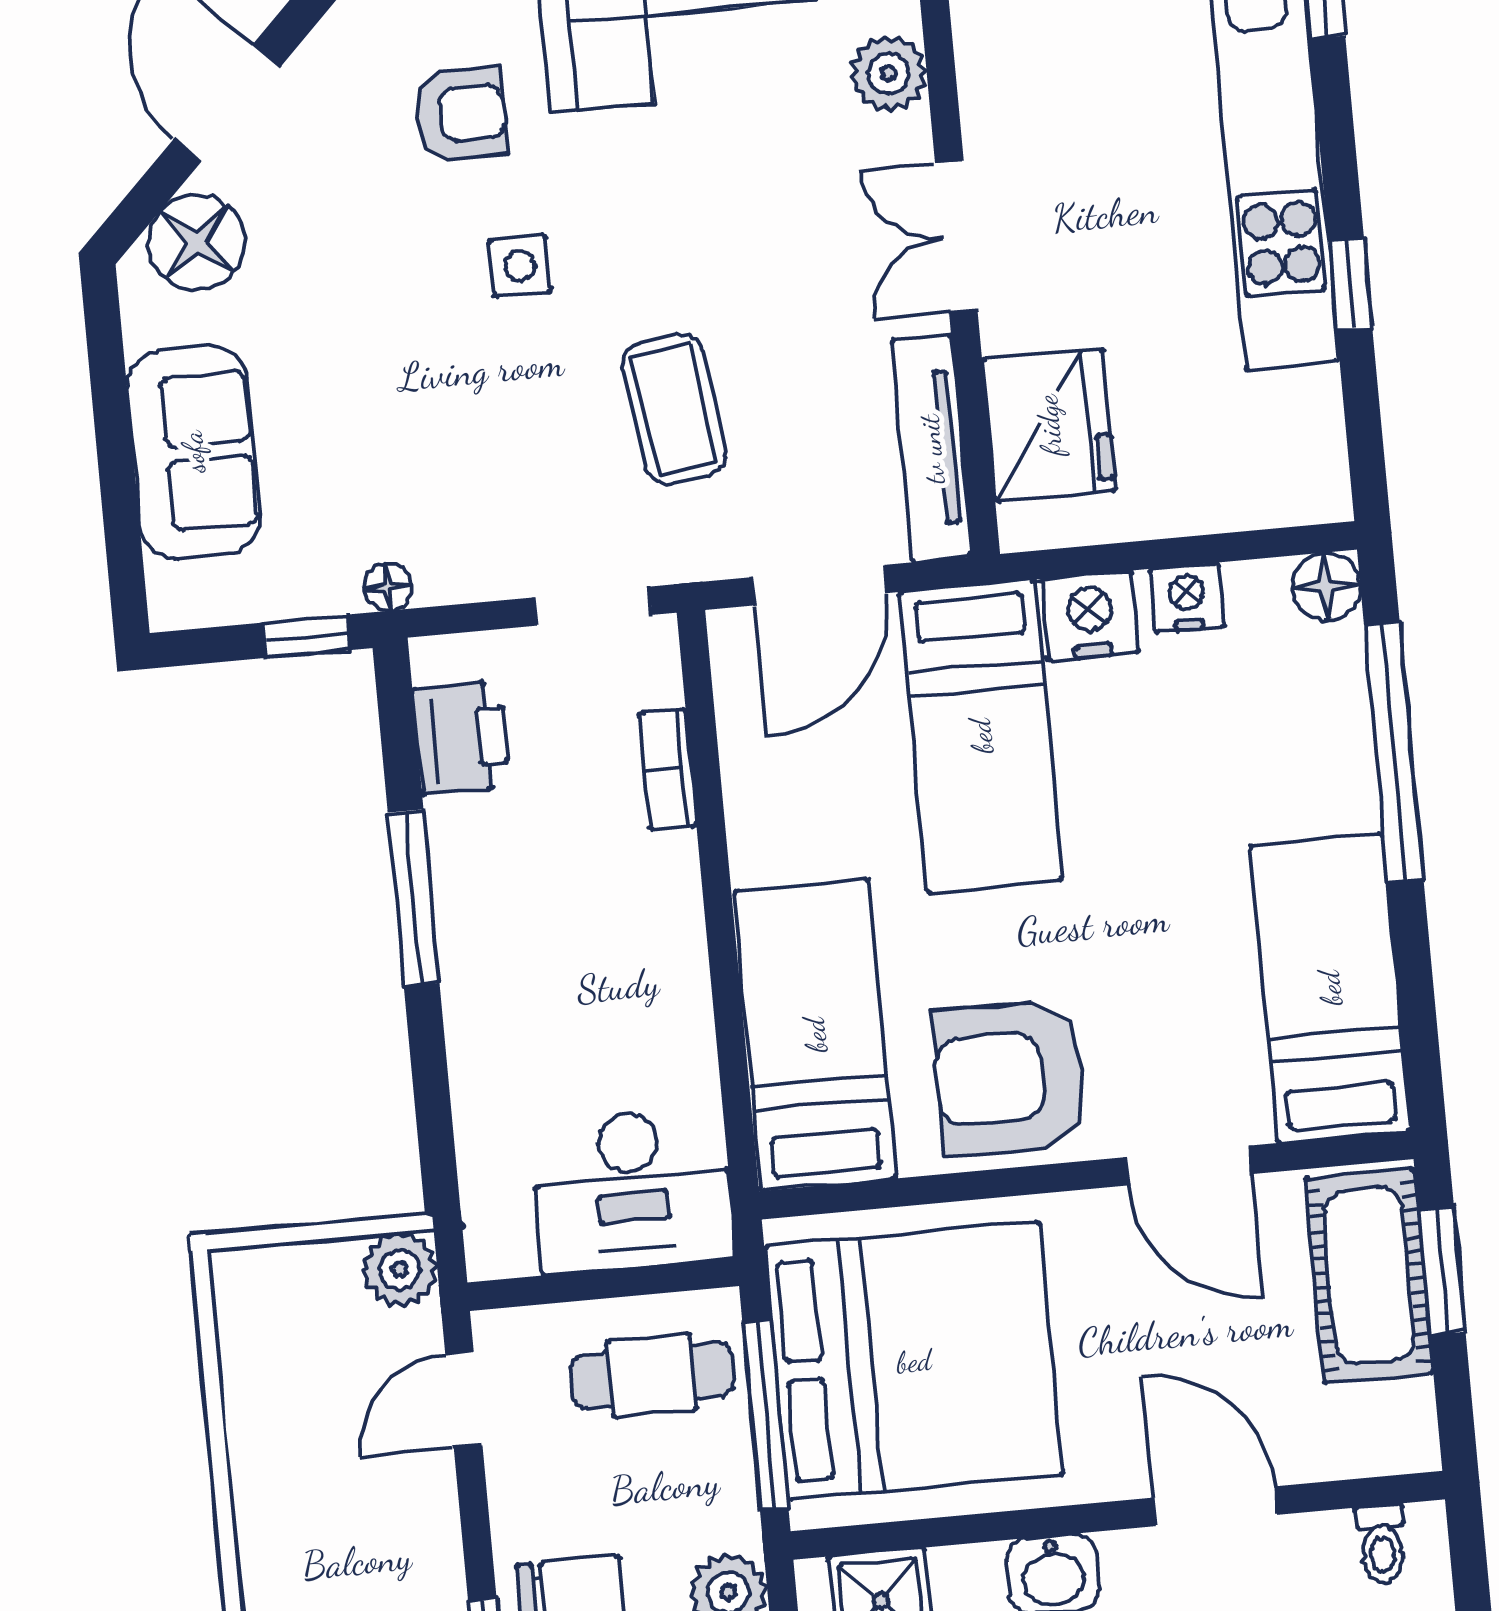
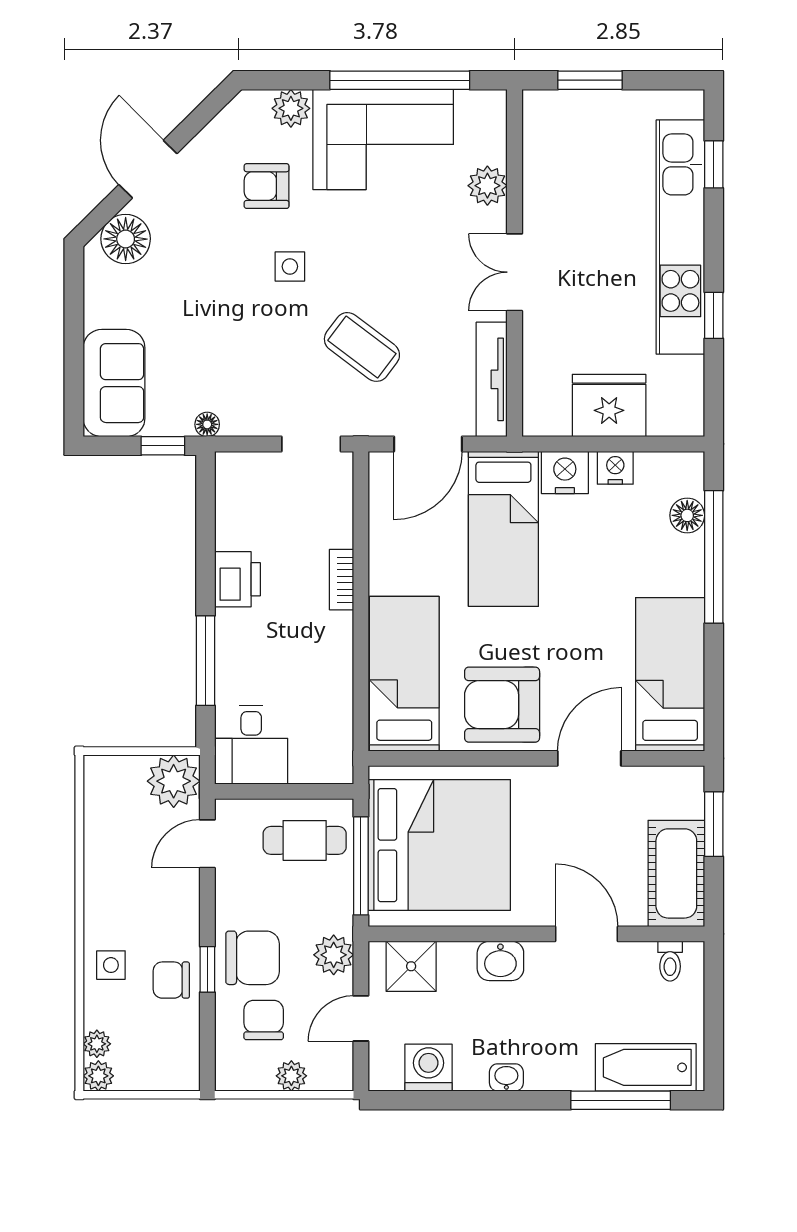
armchair: (460, 114) -> (267, 186), turned 180
coffee table: (674, 409) -> (362, 347), turned -45
fridge: (1049, 425) -> (609, 406), moved, turned -90
sofa: (193, 452) -> (114, 383), moved
floor lamp: (1326, 586) -> (687, 515), moved
printer: (461, 738) -> (237, 579), moved
bookcase: (668, 769) -> (341, 580), moved
window: (414, 898) -> (206, 661), moved
door: (1189, 1166) -> (589, 758), swing flipped
desk: (632, 1190) -> (251, 745), moved, width x0.73
plant: (400, 1270) -> (174, 781), width x1.36, depth x1.36
cot: (1369, 1276) -> (676, 873), moved

